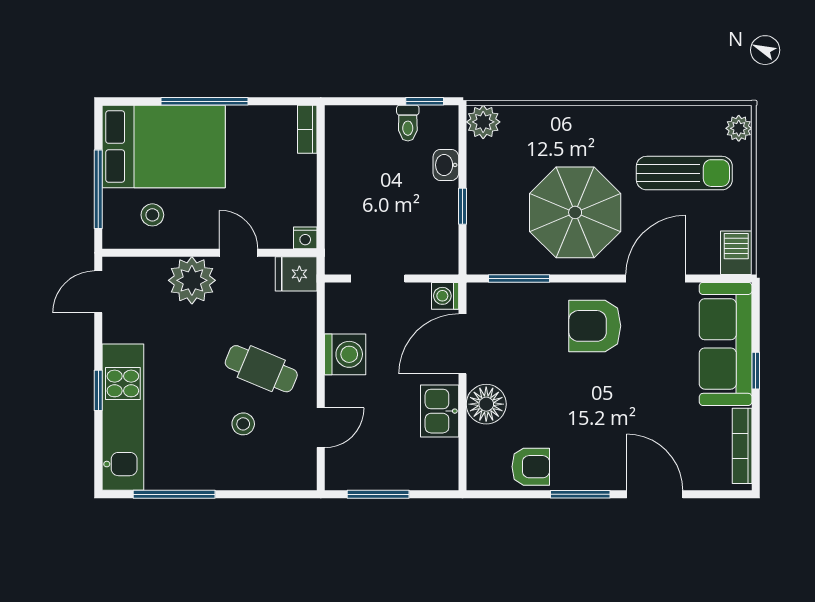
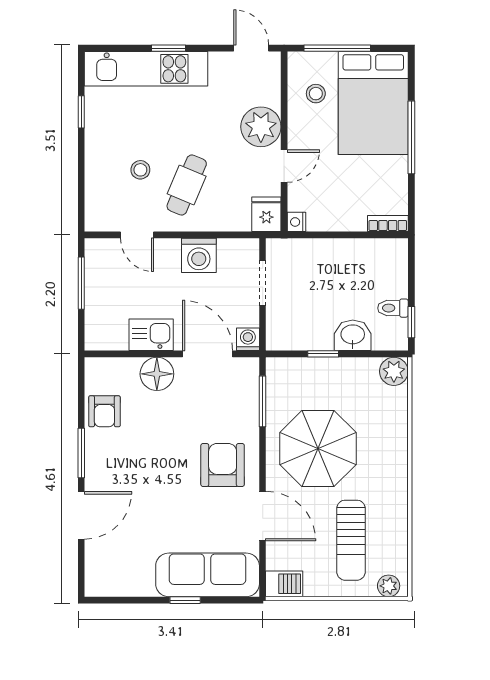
washbasin: (446, 165) -> (353, 335), width x1.38, depth x1.45
bookcase: (742, 446) -> (122, 589), removed
window: (174, 494) -> (81, 112), width x0.46

